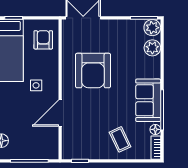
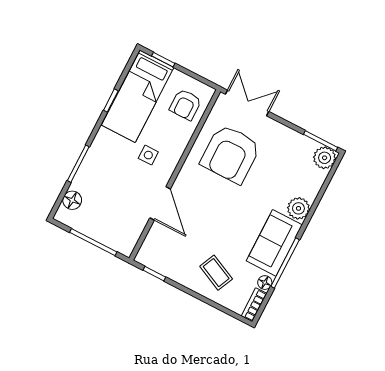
armchair: (43, 40) -> (185, 105), turned 180
plant: (152, 48) -> (298, 208), moved
armchair: (93, 71) -> (230, 154), moved
door: (60, 113) -> (160, 203), swing flipped
coffee table: (120, 139) -> (216, 273), turned -40

